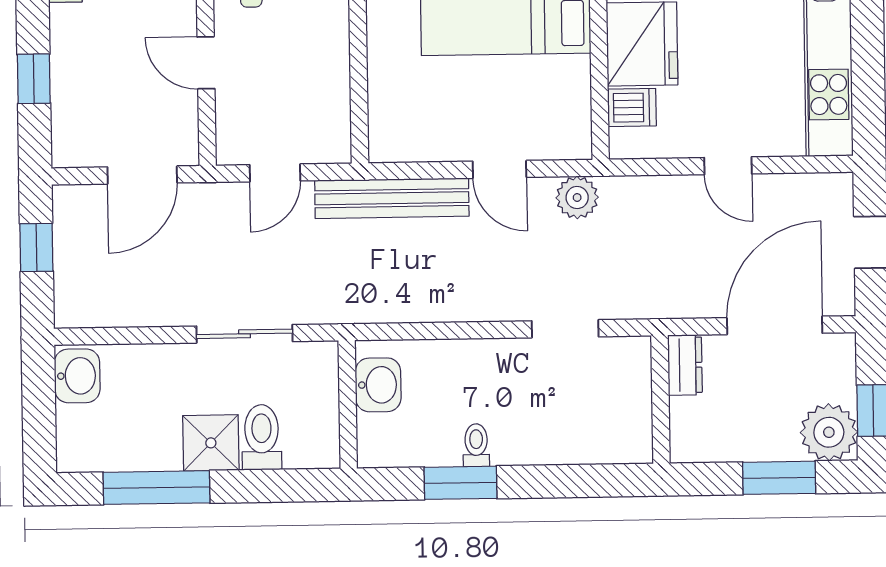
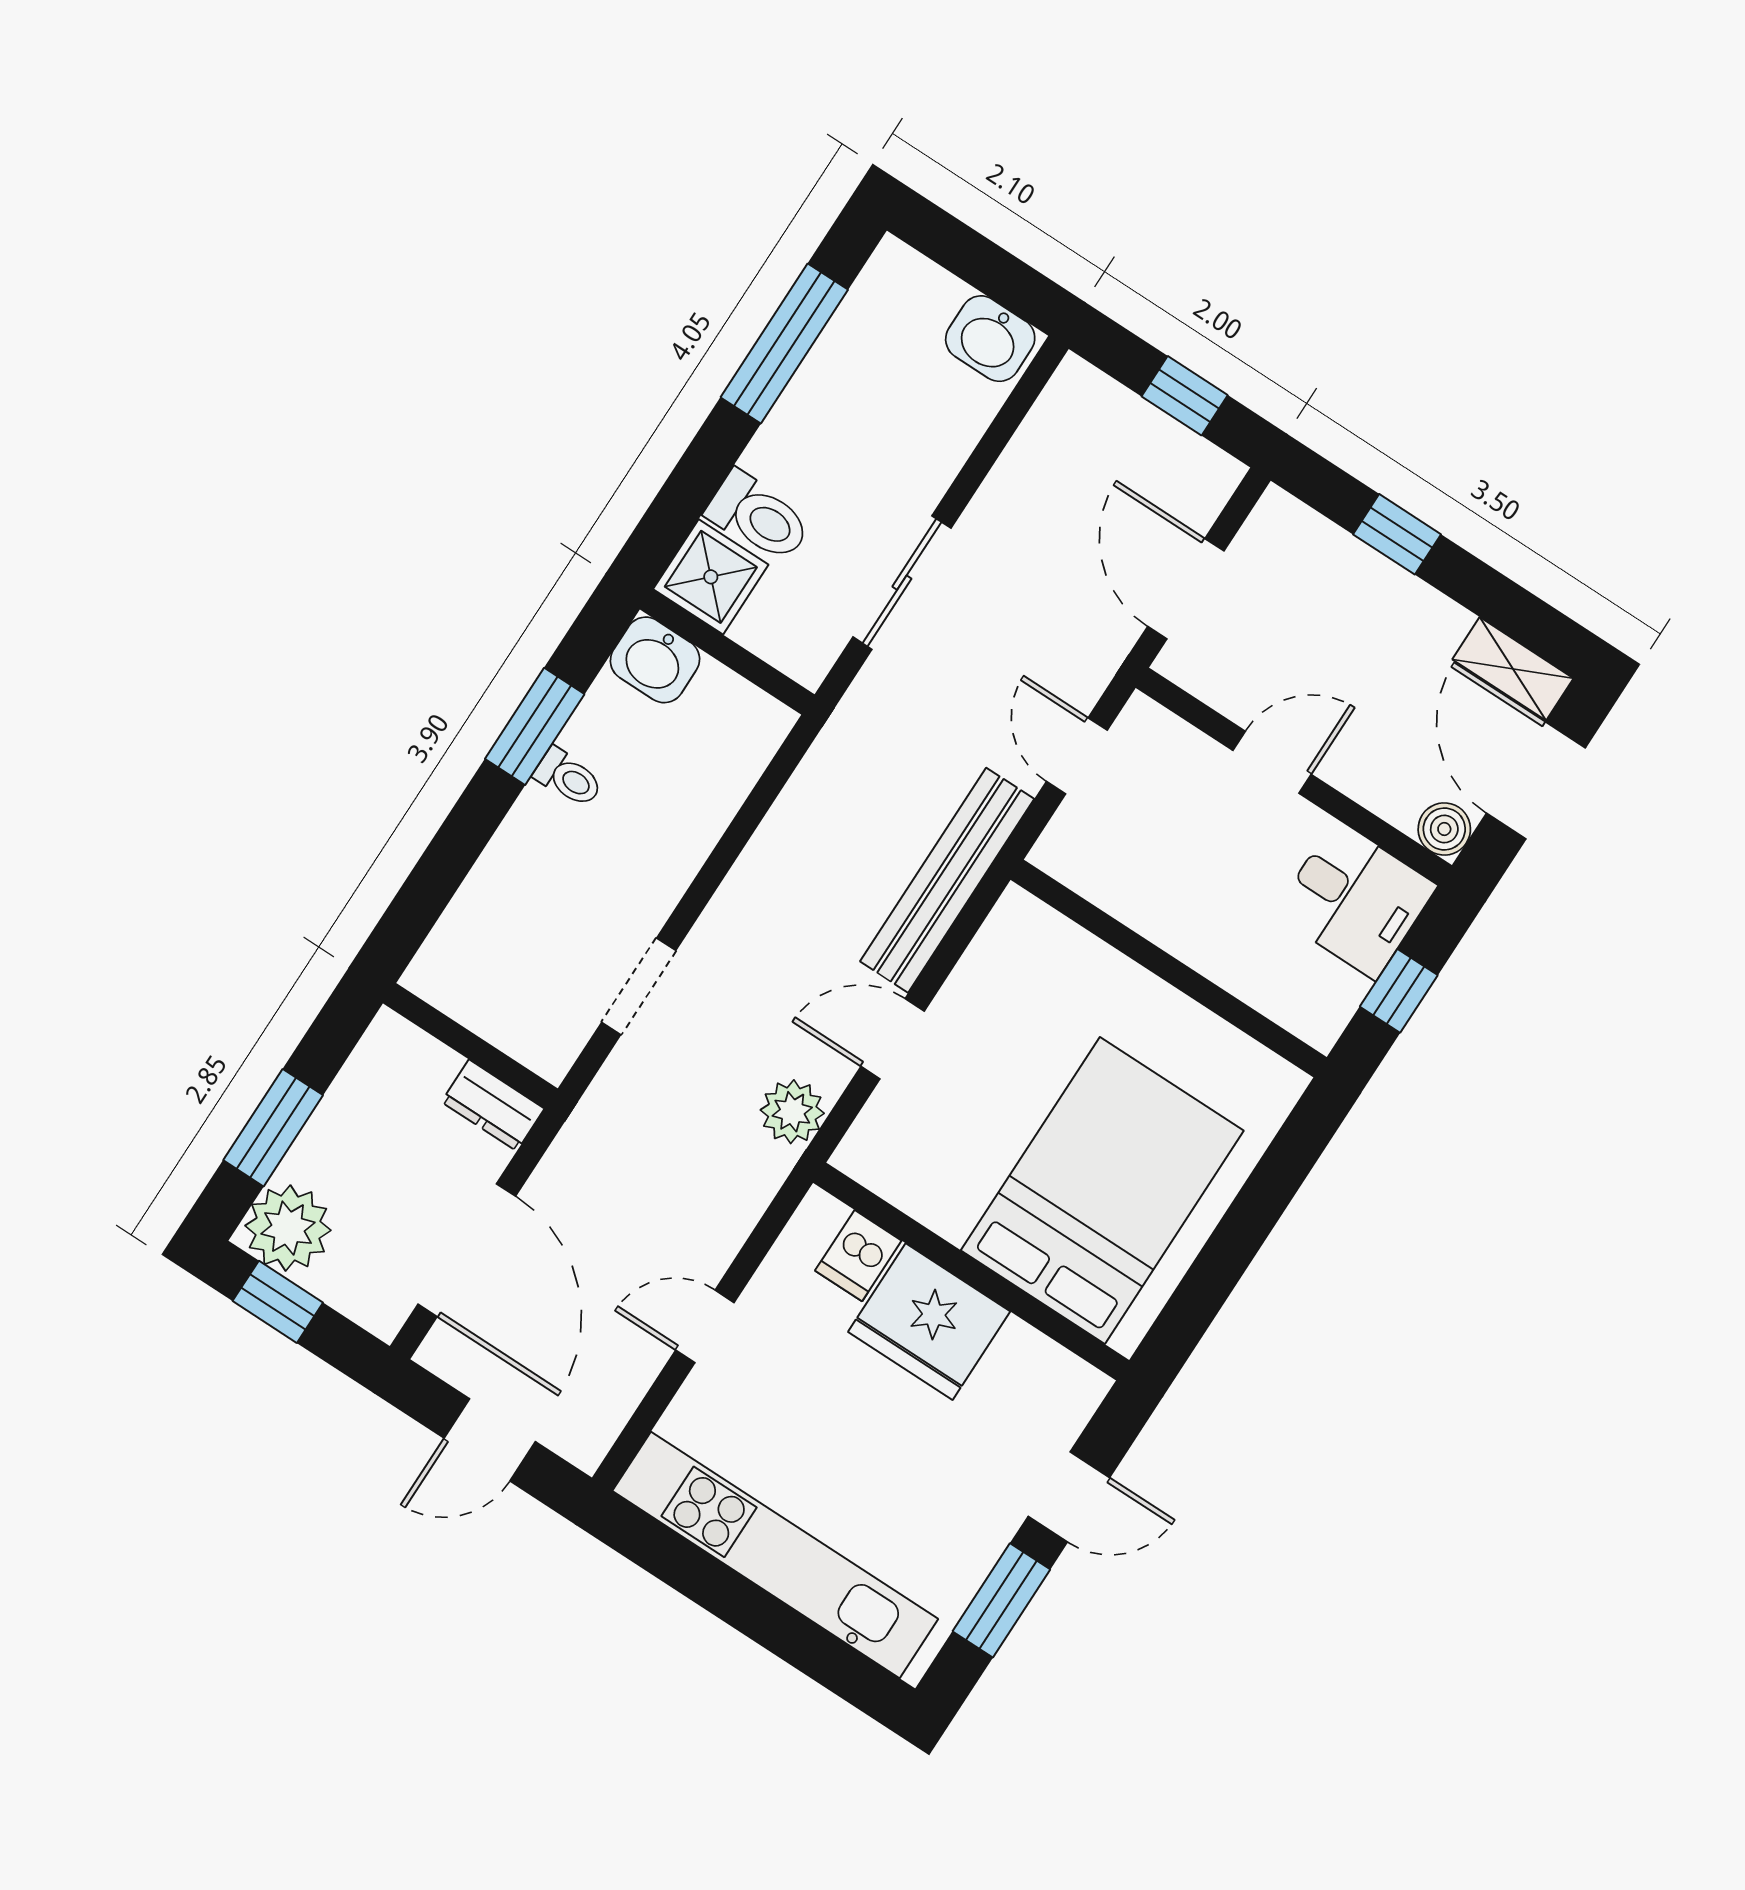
washbasin: (378, 385) -> (655, 660), moved
shower: (211, 443) -> (711, 577), moved

